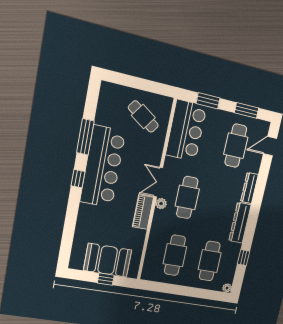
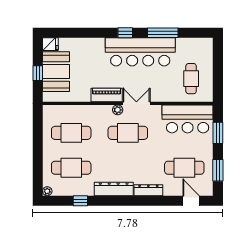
cafe table: (143, 117) -> (191, 79), turned -35
fridge: (77, 261) -> (50, 44), added

